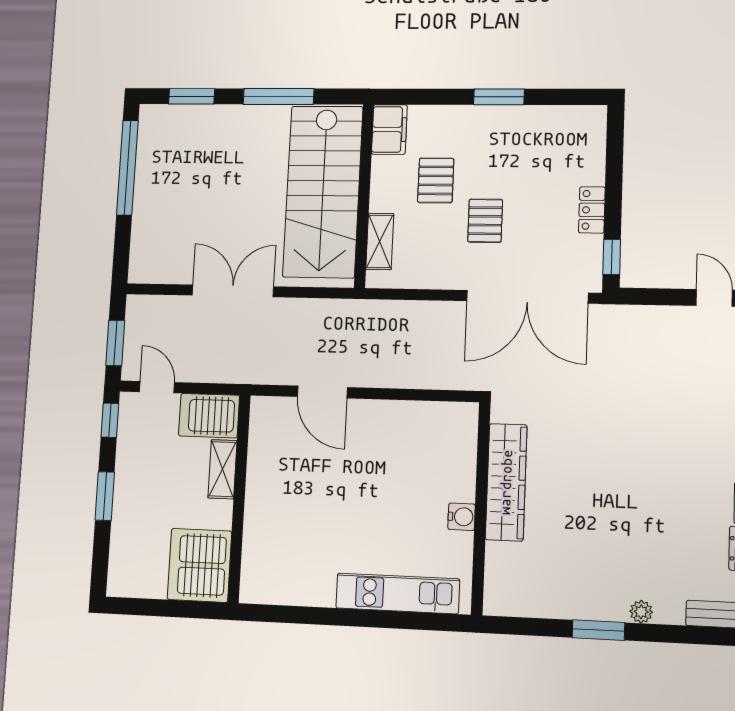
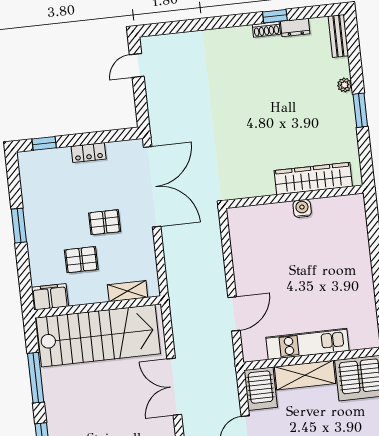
window: (612, 257) -> (44, 143), moved
shelving: (222, 469) -> (305, 375), width x1.50, depth x1.33
wardrobe: (506, 482) -> (313, 179), moved
kitchen unit: (398, 593) -> (308, 344), moved, turned 90

